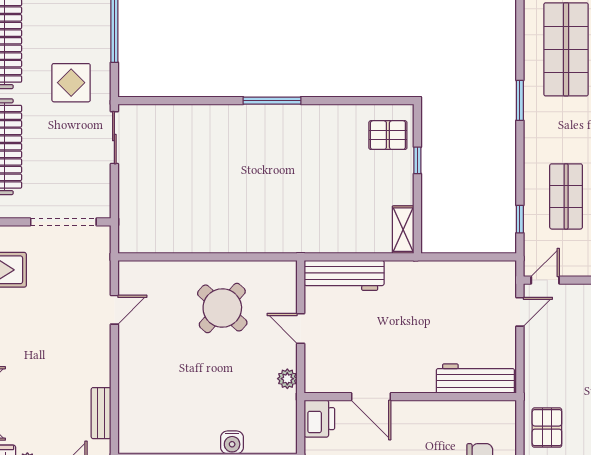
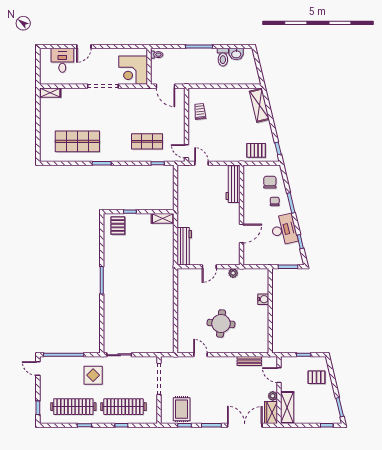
round table: (222, 308) -> (221, 323), moved, turned -37
printer: (319, 419) -> (252, 258), removed

